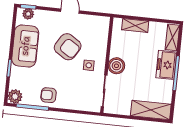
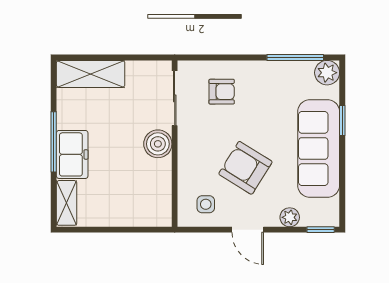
plant: (28, 14) -> (290, 217), moved
shelving: (135, 25) -> (133, 217), removed
sofa: (25, 46) -> (319, 148), width x1.36
side table: (89, 65) -> (206, 204), moved
armchair: (49, 95) -> (222, 92), moved

